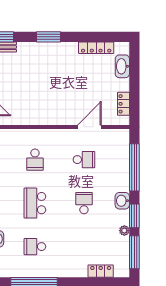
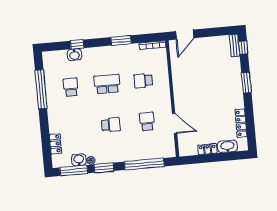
locker: (123, 104) -> (208, 149), moved
school desk: (84, 160) -> (147, 121), turned 180
washbasin: (122, 201) -> (79, 160), moved

